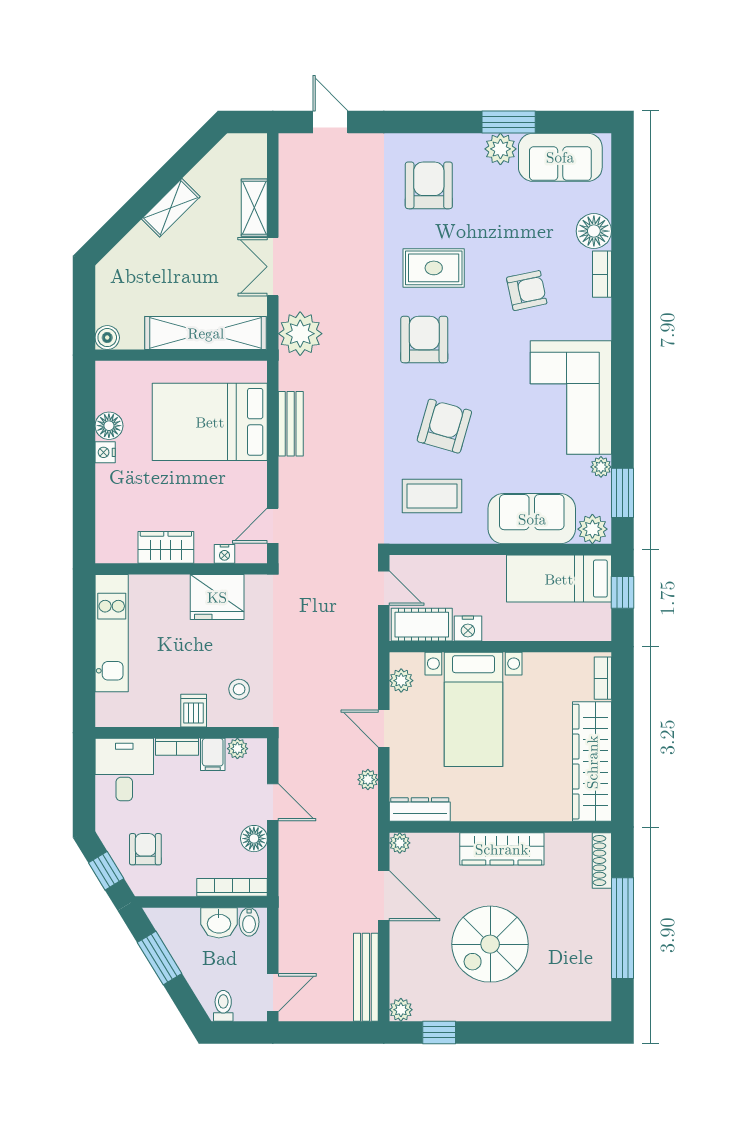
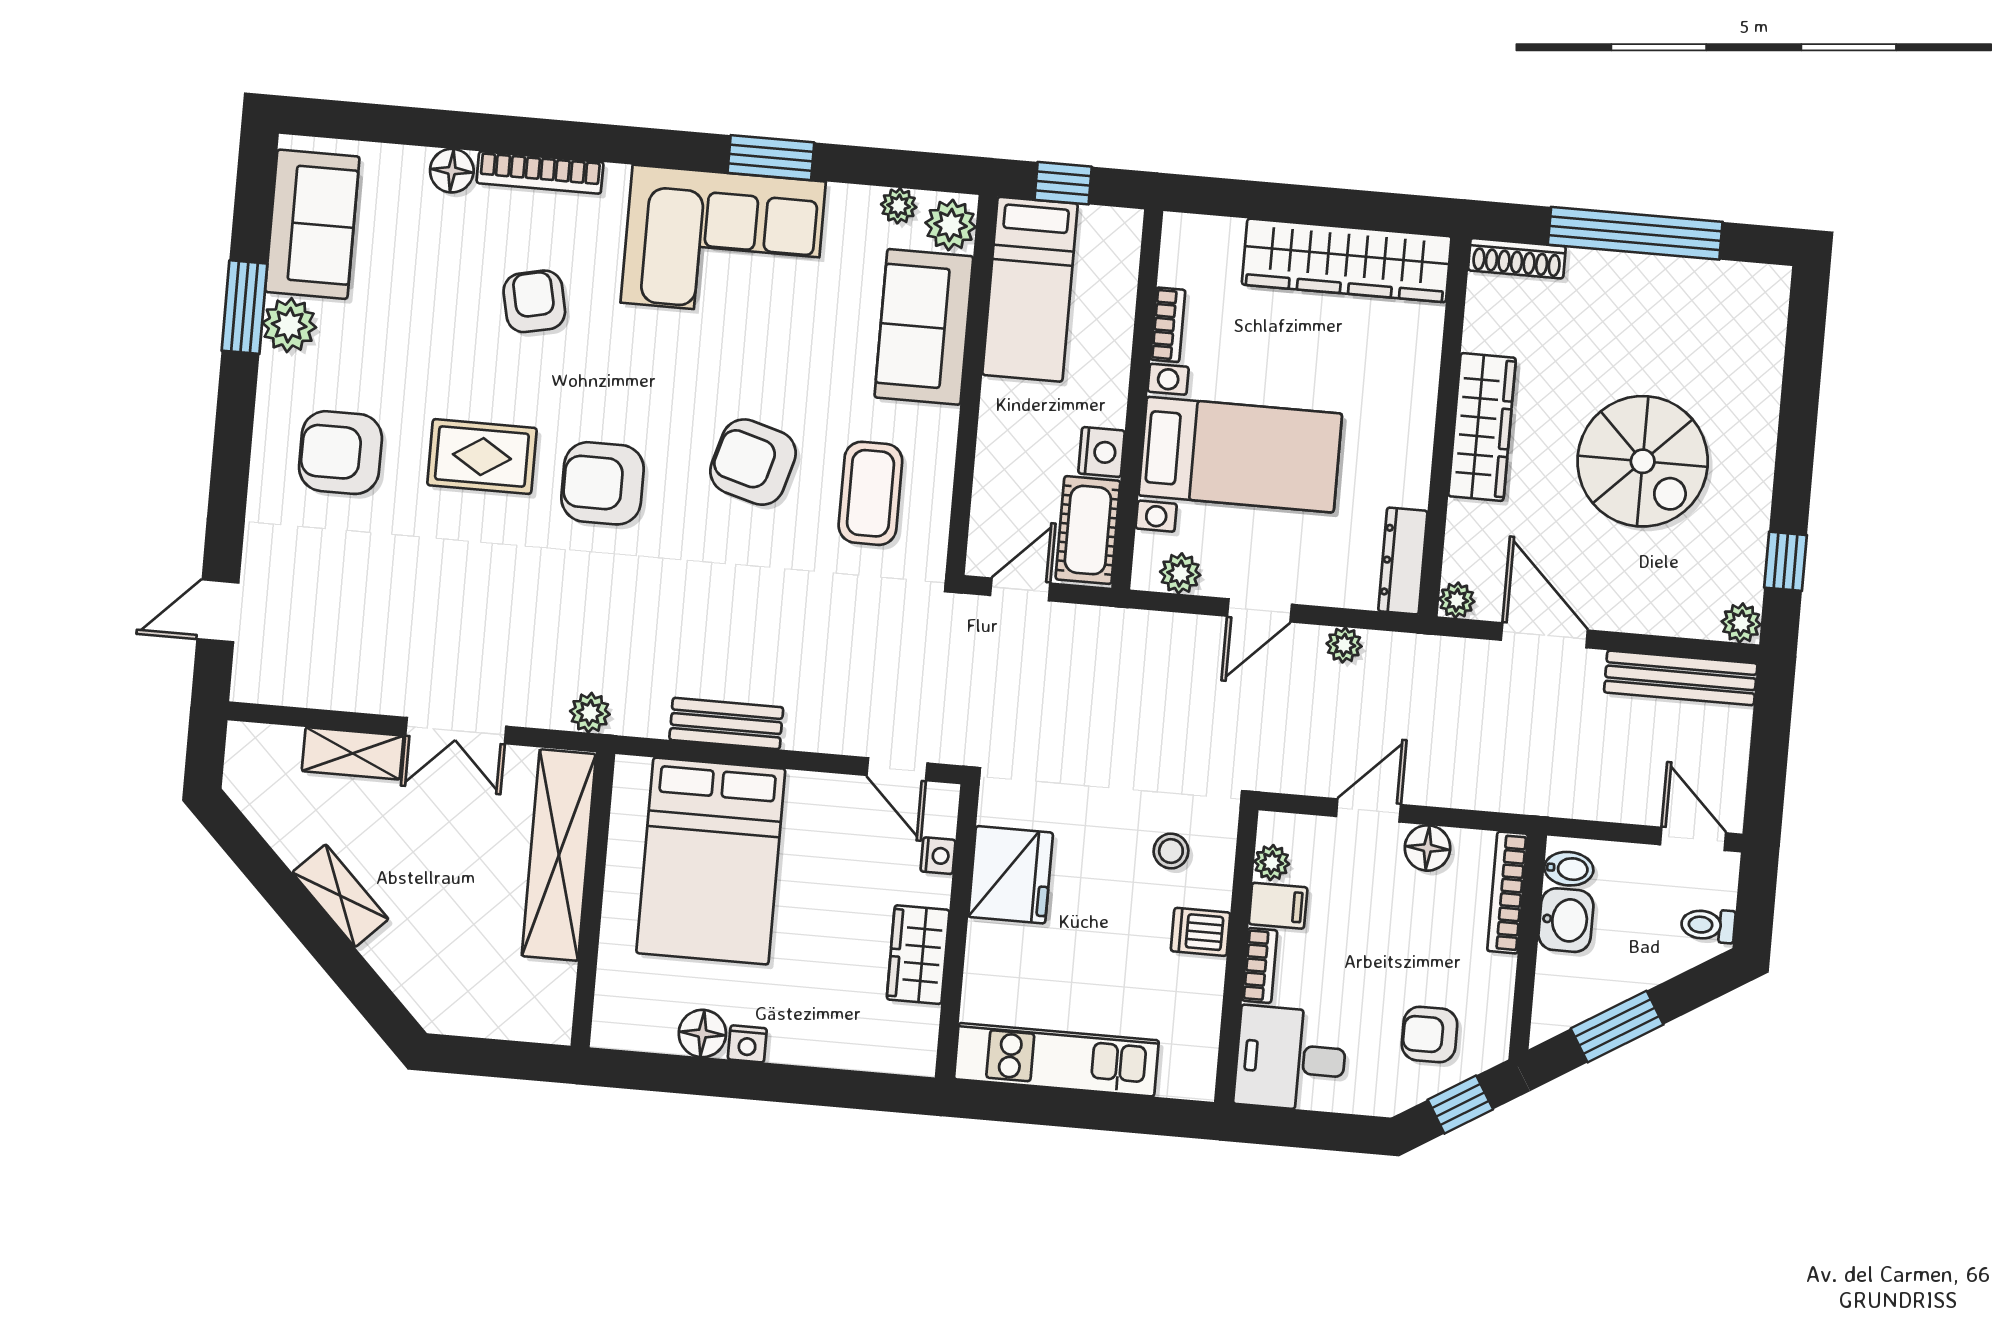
floor lamp: (594, 231) -> (452, 171), width x0.73, depth x0.73
rug: (434, 268) -> (482, 457), turned 90
bookcase: (602, 274) -> (540, 173), width x1.56
plant: (300, 334) -> (590, 713), width x0.53, depth x0.53
boiler: (107, 338) -> (552, 1023), removed
plant: (601, 467) -> (899, 206), moved
window: (622, 493) -> (771, 158), moved
bookcase: (603, 678) -> (1168, 325), moved, turned -90
door: (384, 896) -> (1544, 635), hinge flipped

